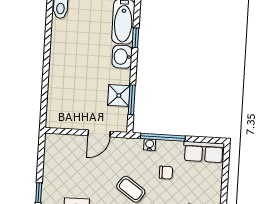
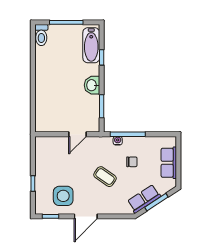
washbasin: (122, 57) -> (92, 85), moved
shower: (119, 96) -> (91, 104), removed
row of seats: (204, 152) -> (169, 163), moved, turned 90

